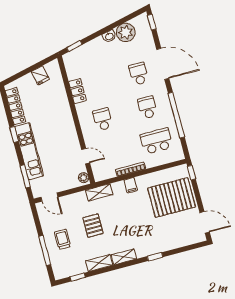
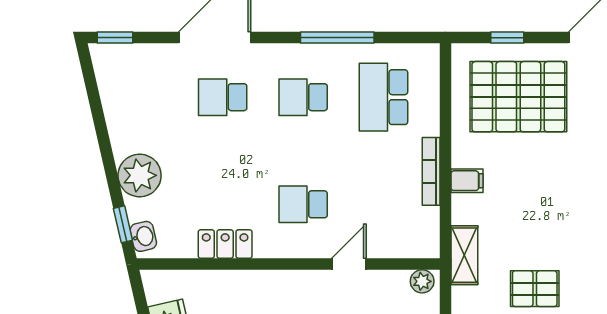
plant: (126, 32) -> (140, 175), moved
washbasin: (109, 36) -> (143, 236), moved
window: (176, 115) -> (337, 38), width x0.68
door: (86, 156) -> (349, 264), moved
window: (191, 173) -> (507, 38), moved
pallet: (172, 198) -> (518, 97), turned 90

